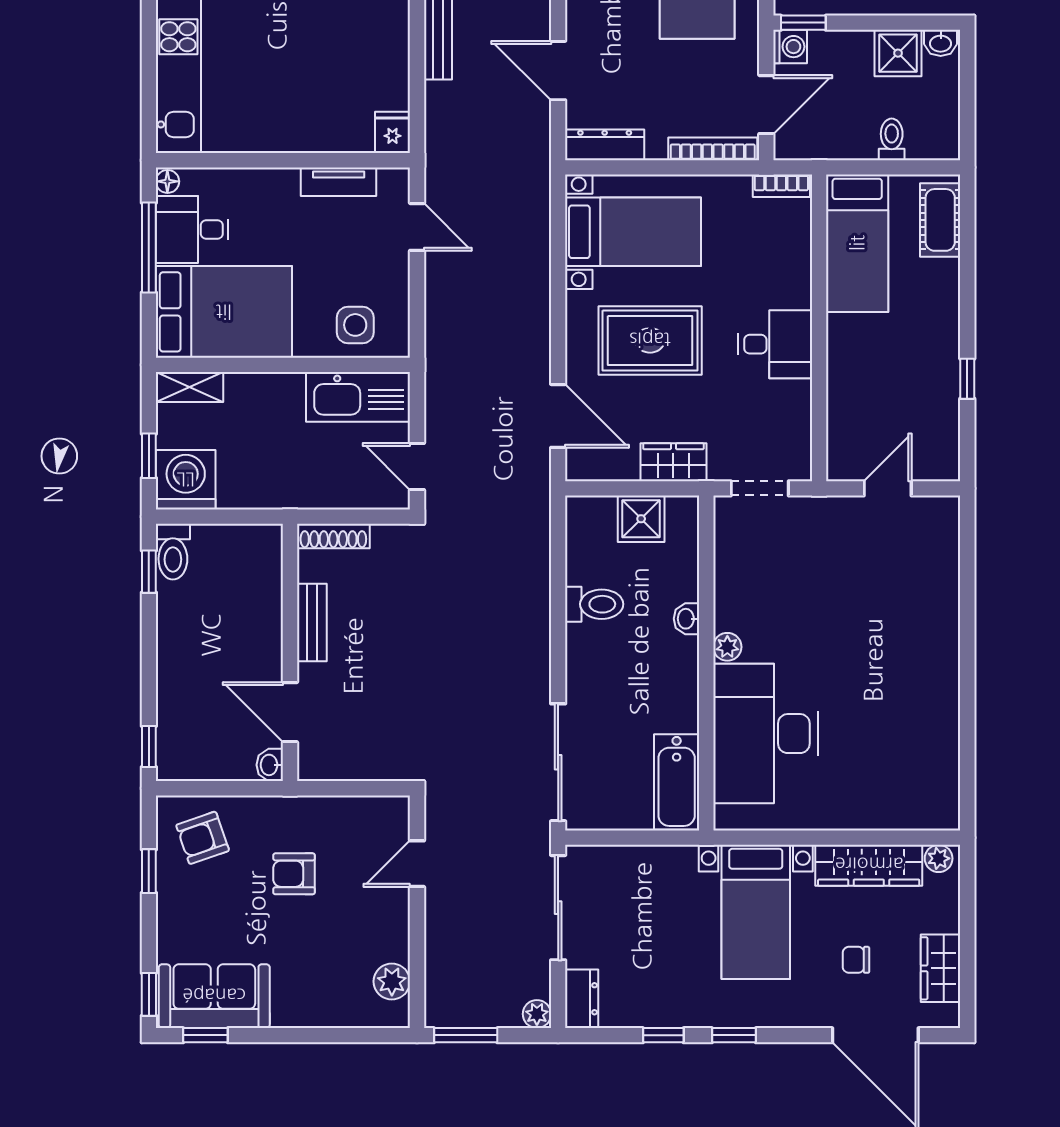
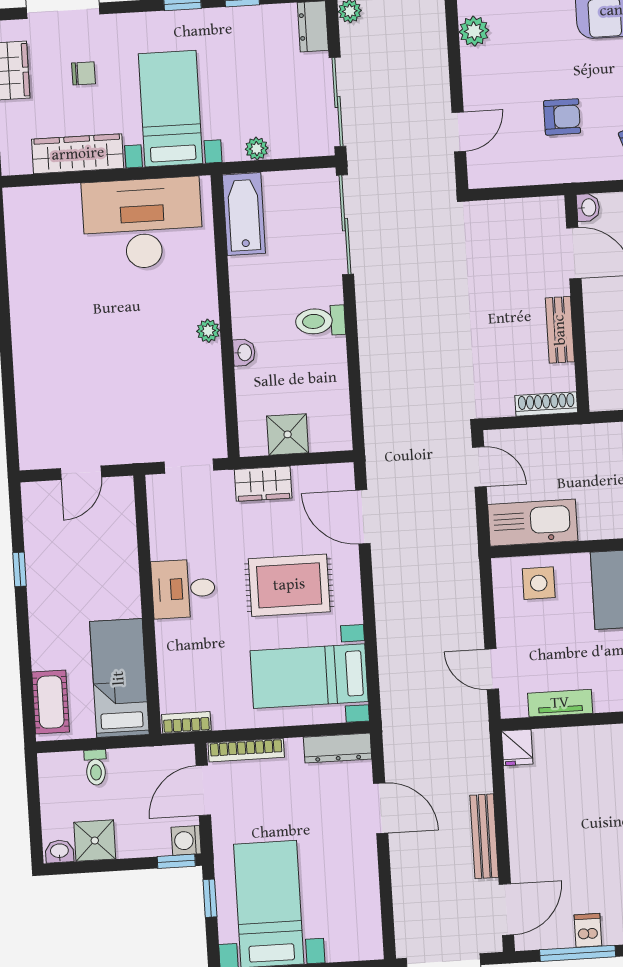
toilet: (594, 604) -> (320, 321), moved
desk: (766, 734) -> (143, 223), moved, turned -90
plant: (939, 858) -> (257, 149), moved

